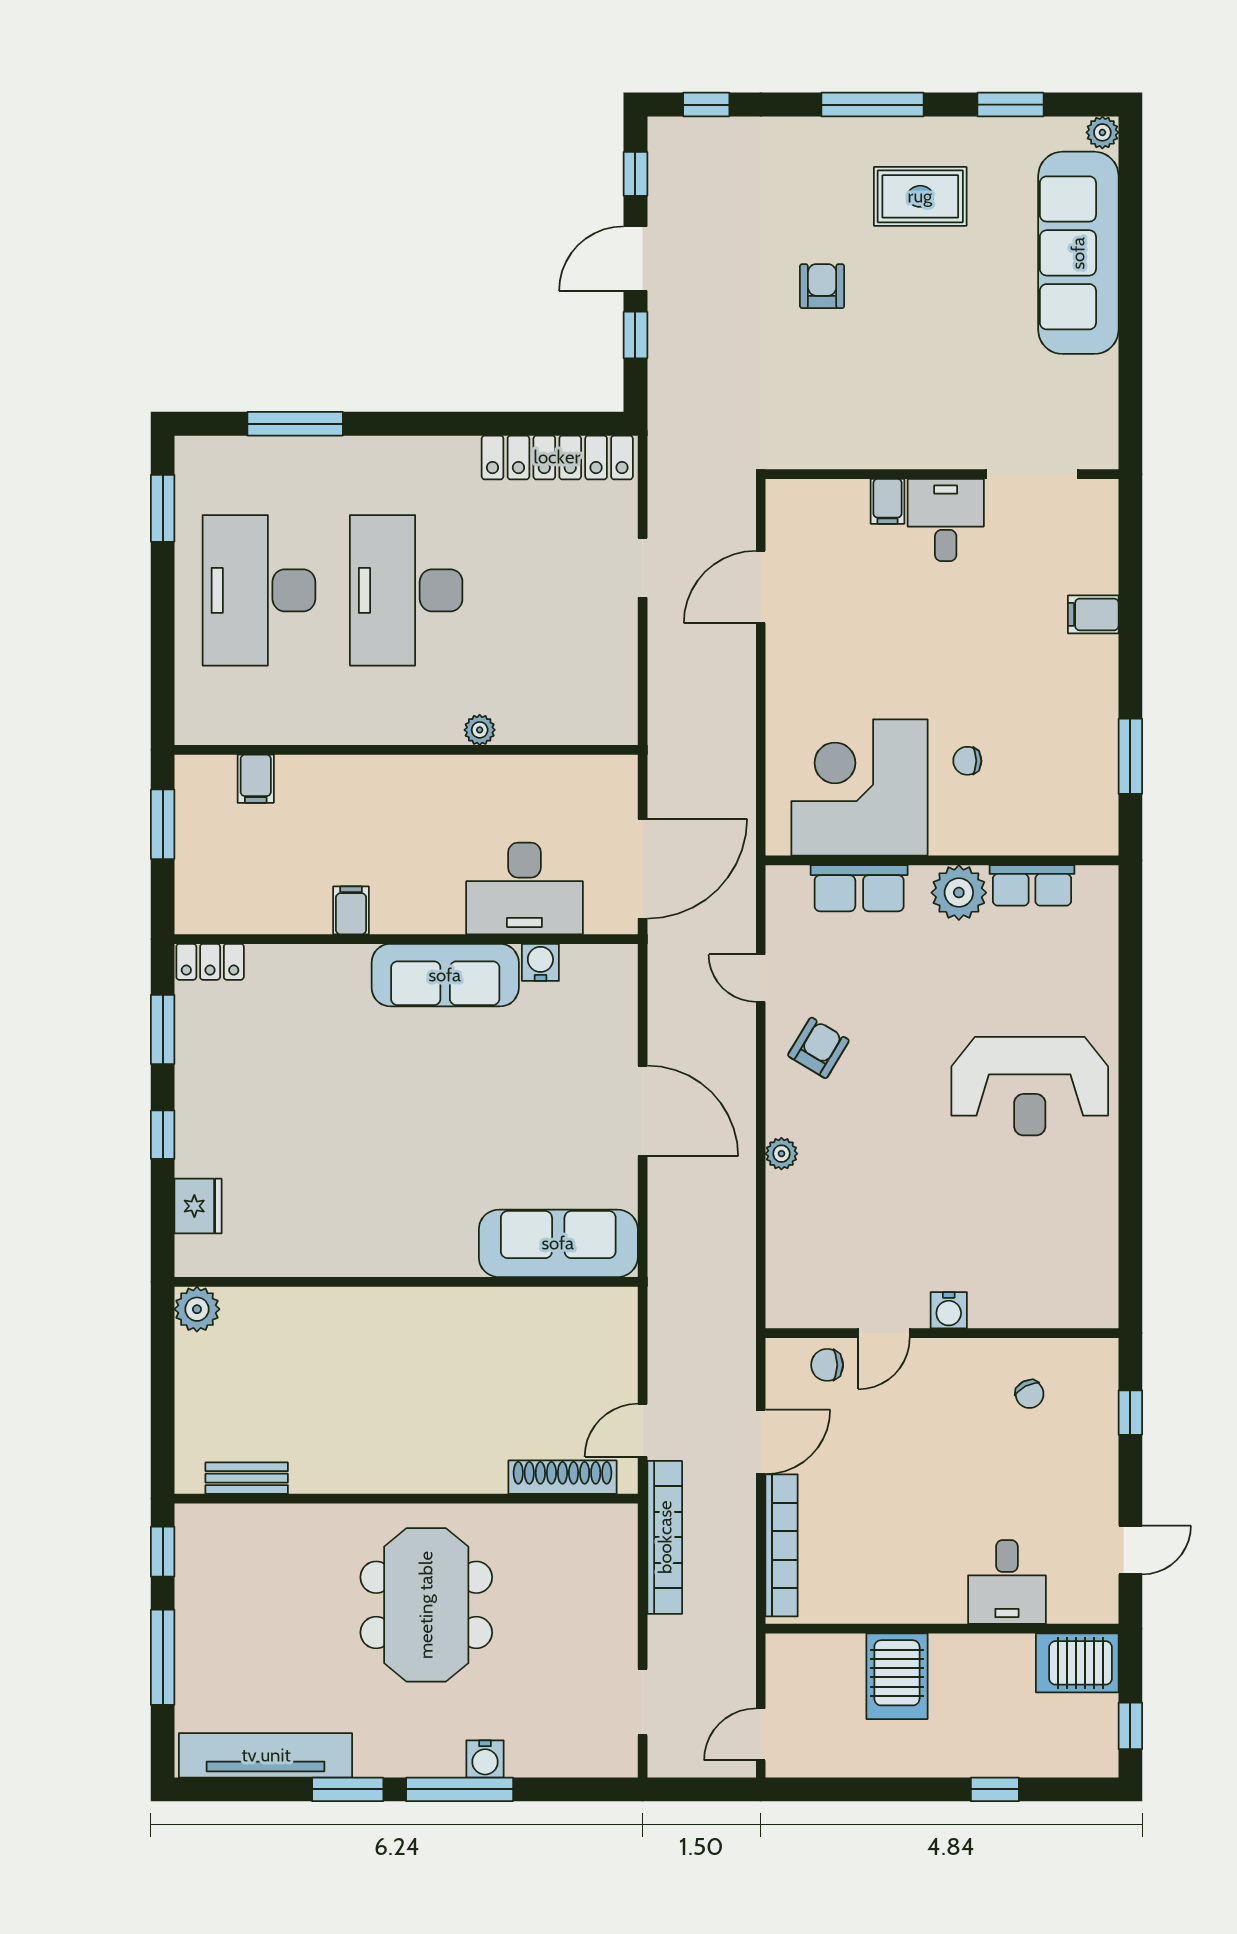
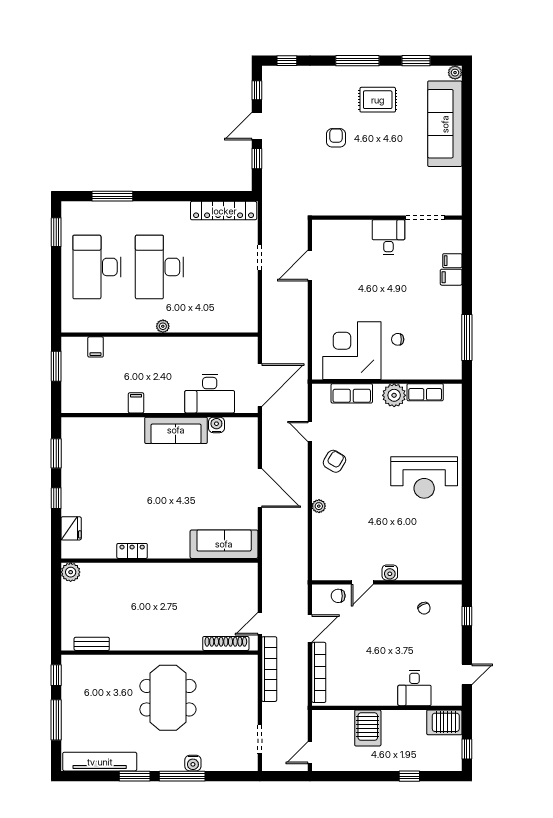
filing cabinet: (888, 501) -> (452, 261), moved, turned 90
plant: (480, 730) -> (163, 326), moved
window: (1130, 756) -> (467, 337), width x1.44
locker: (210, 962) -> (132, 551), moved, turned 180

